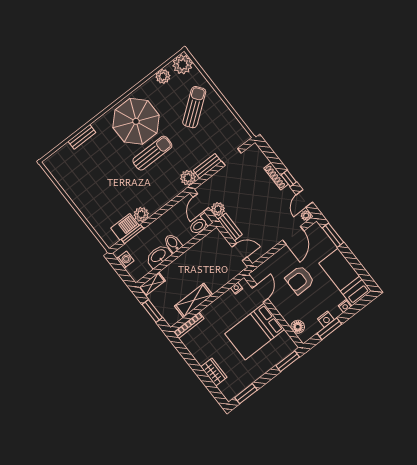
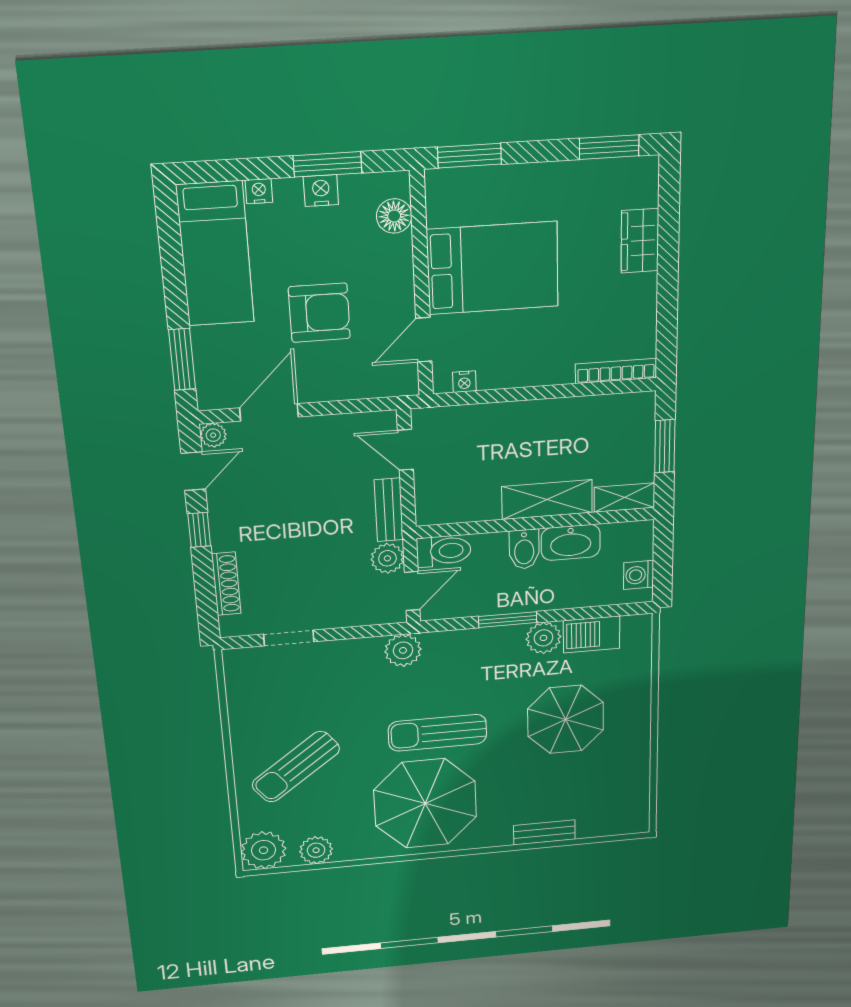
bench: (207, 166) -> (349, 650), removed
shoe rack: (276, 176) -> (226, 584), moved
parasol: (109, 188) -> (566, 719), added
window: (133, 234) -> (508, 620), moved
shelving: (194, 300) -> (547, 500), moved

